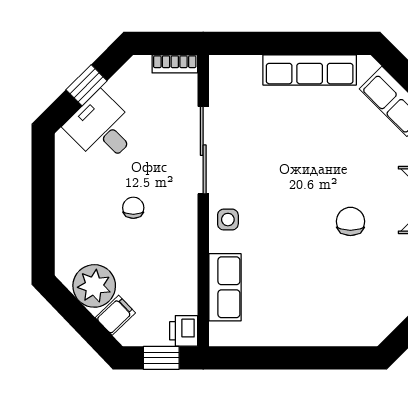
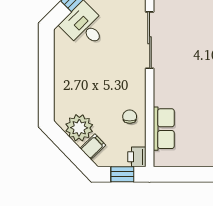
chair: (133, 208) -> (130, 117), moved
side table: (228, 220) -> (166, 85), removed

